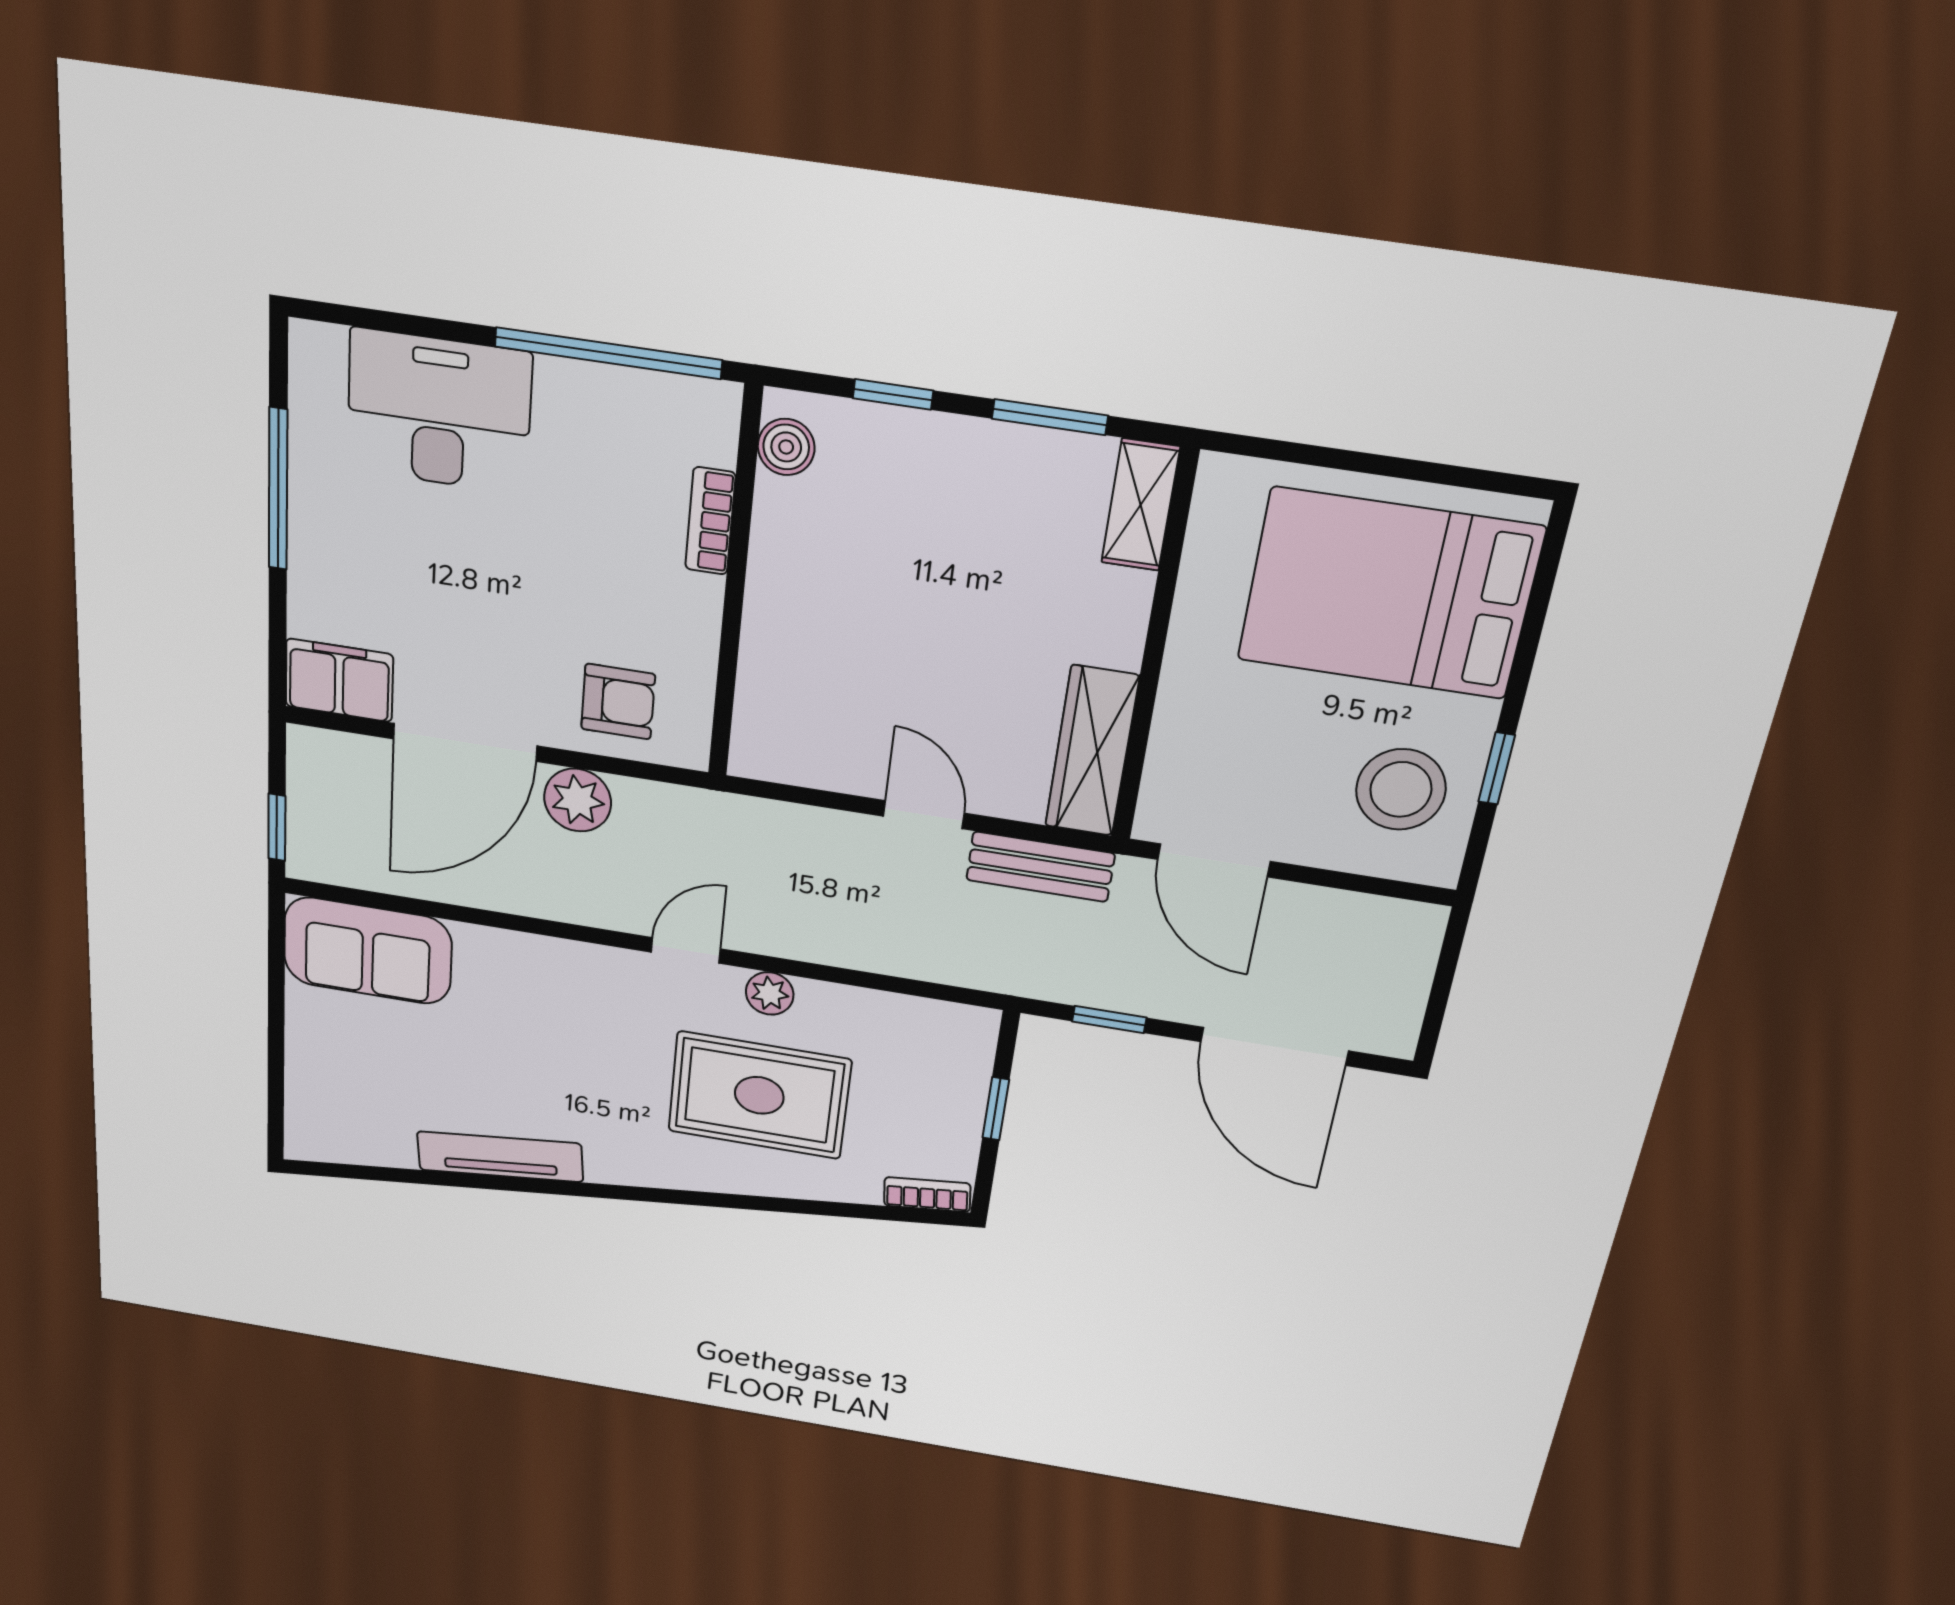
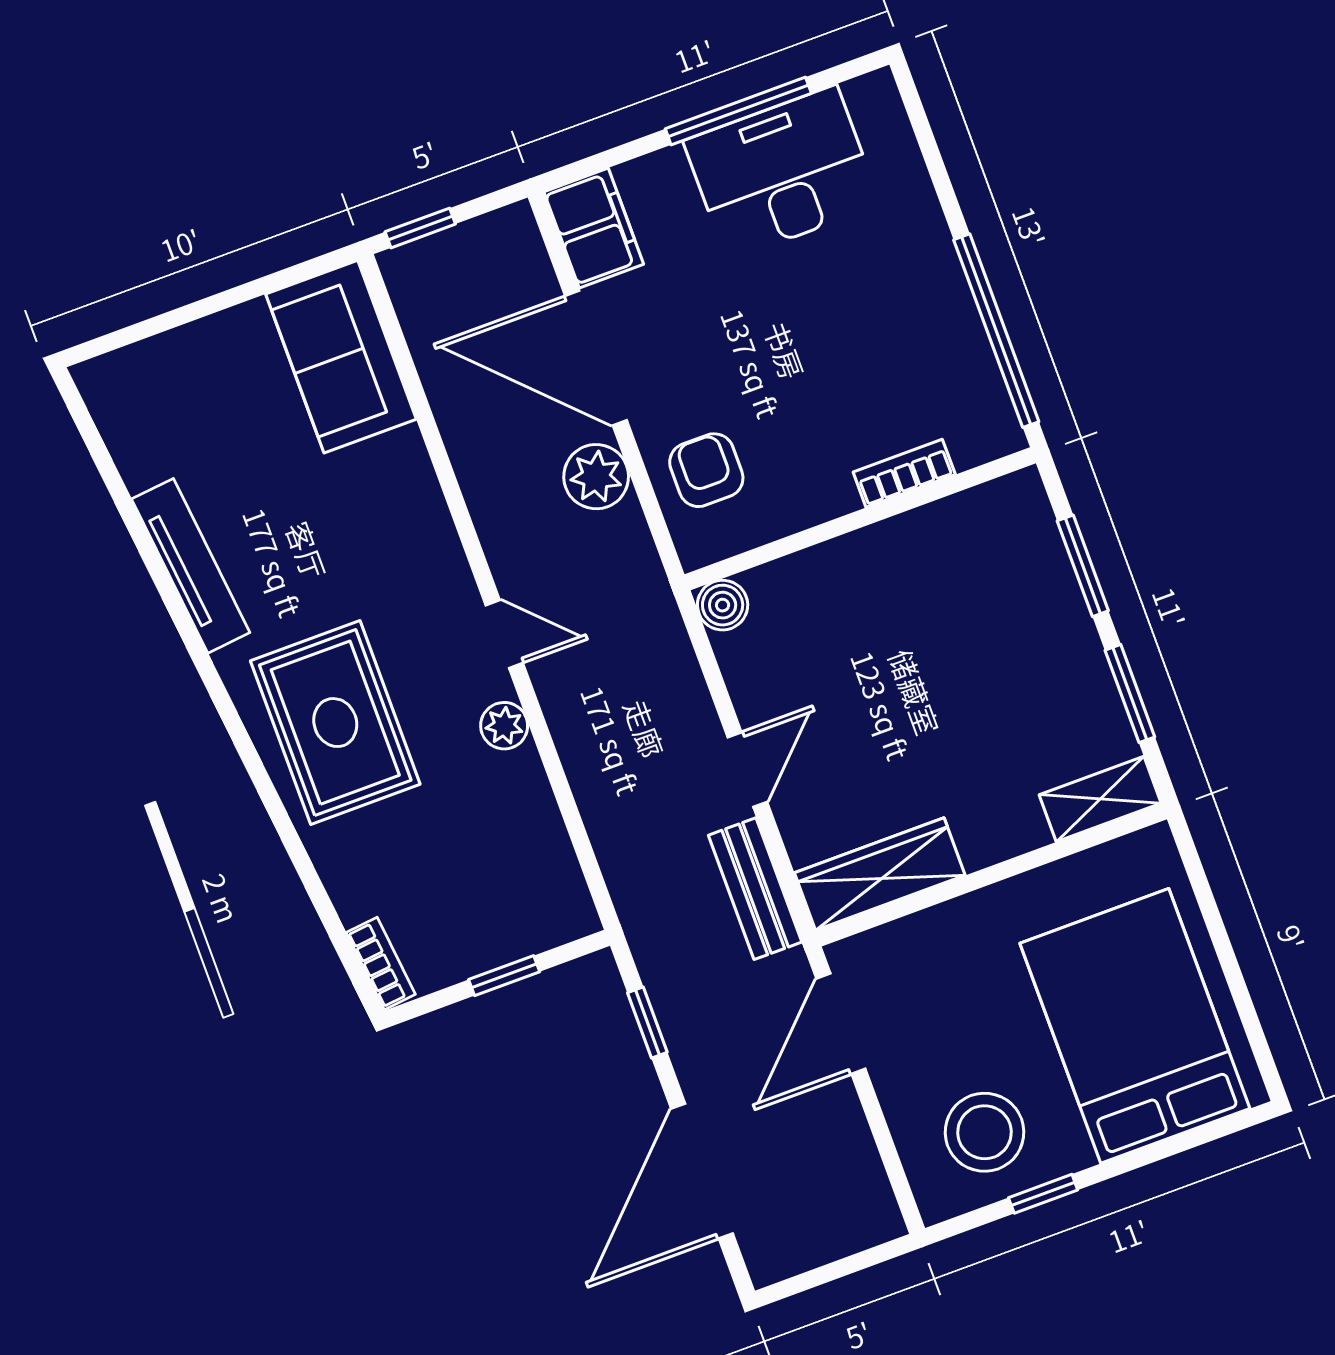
window: (893, 394) -> (1083, 566), width x1.50
desk: (439, 411) -> (782, 173), moved, turned -90
boiler: (786, 447) -> (723, 605), moved
armchair: (618, 702) -> (706, 470), turned 180
rug: (759, 1095) -> (335, 723), moved

